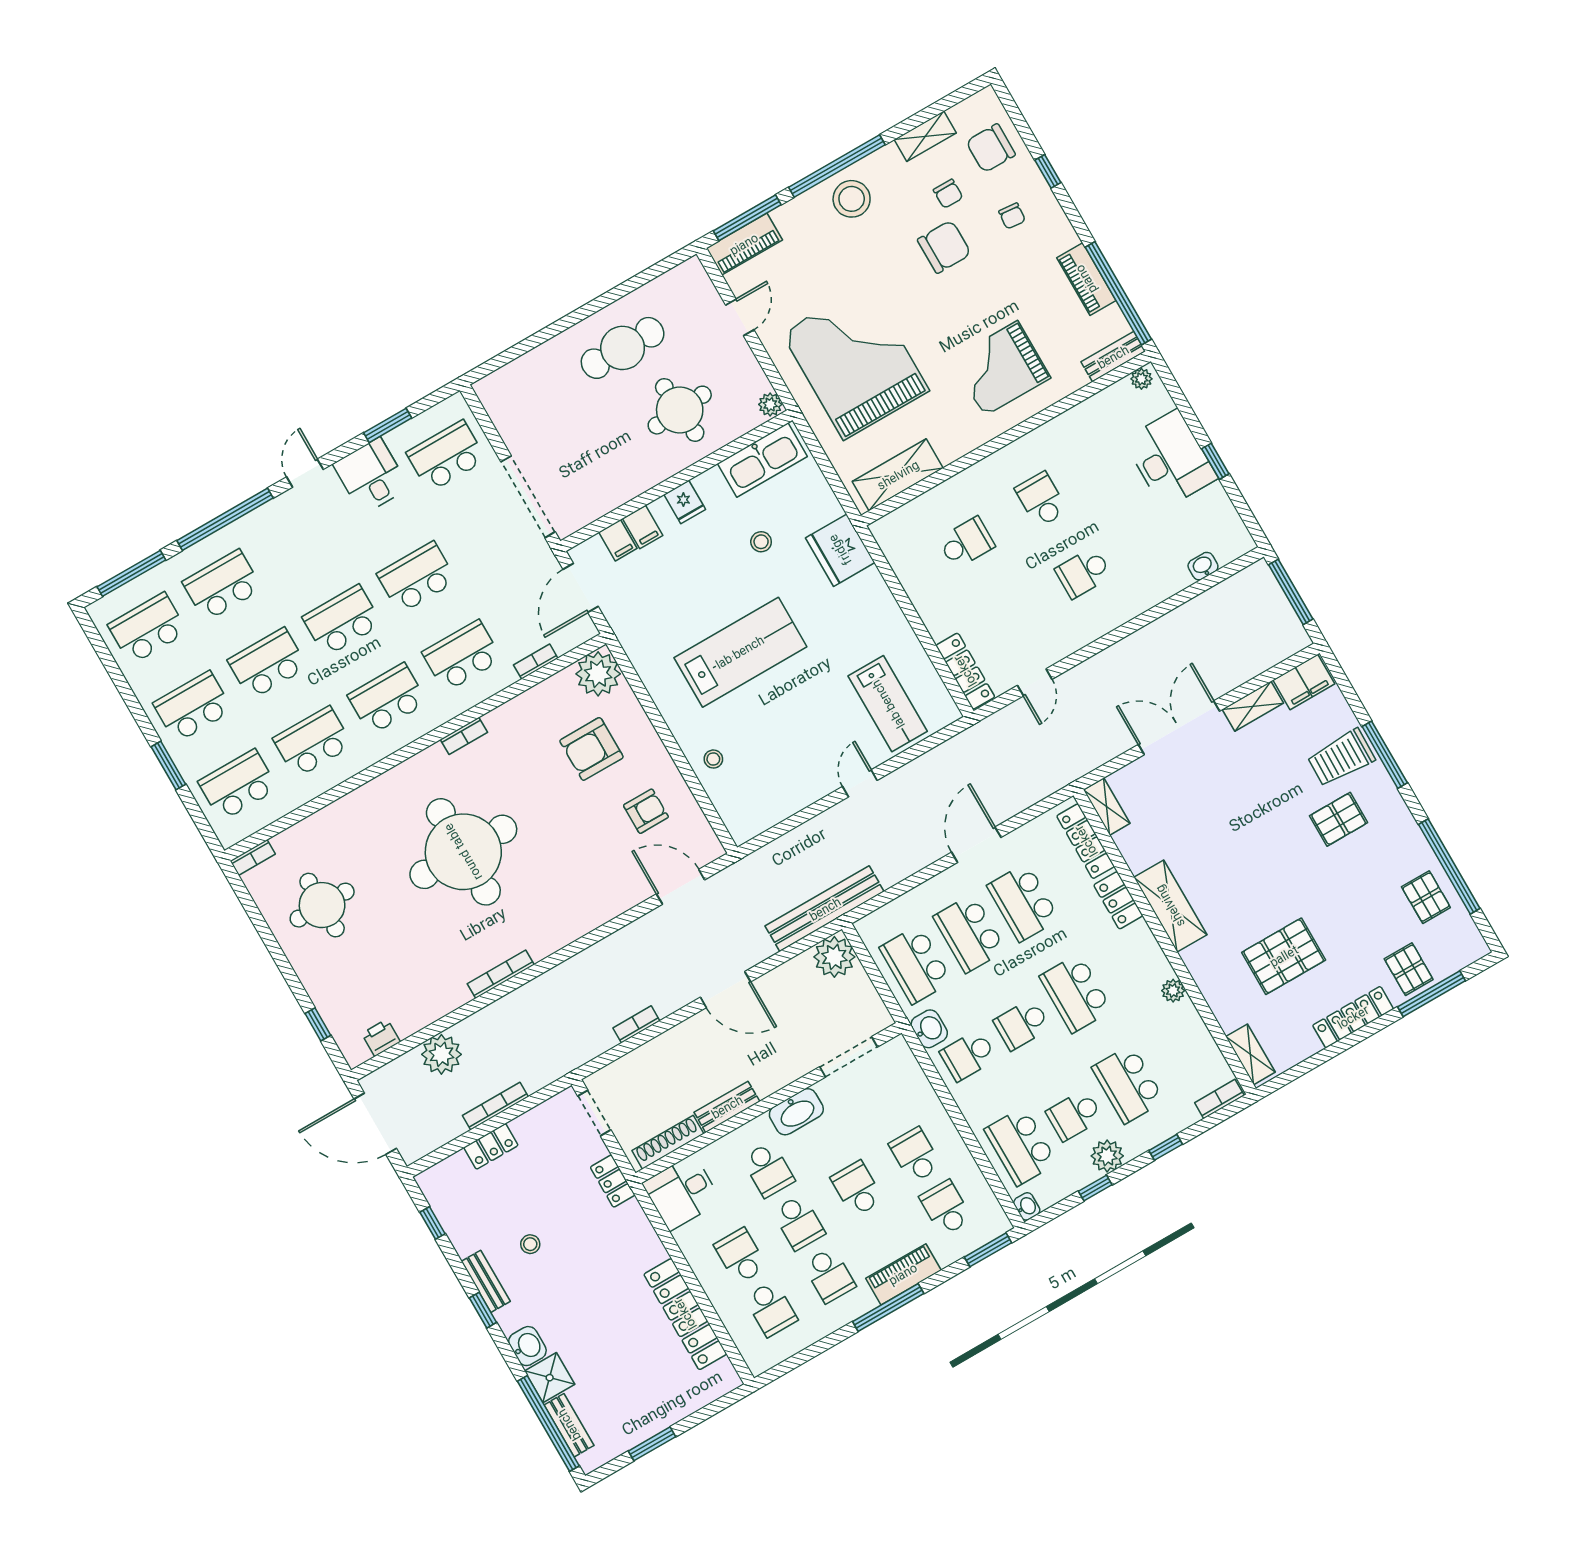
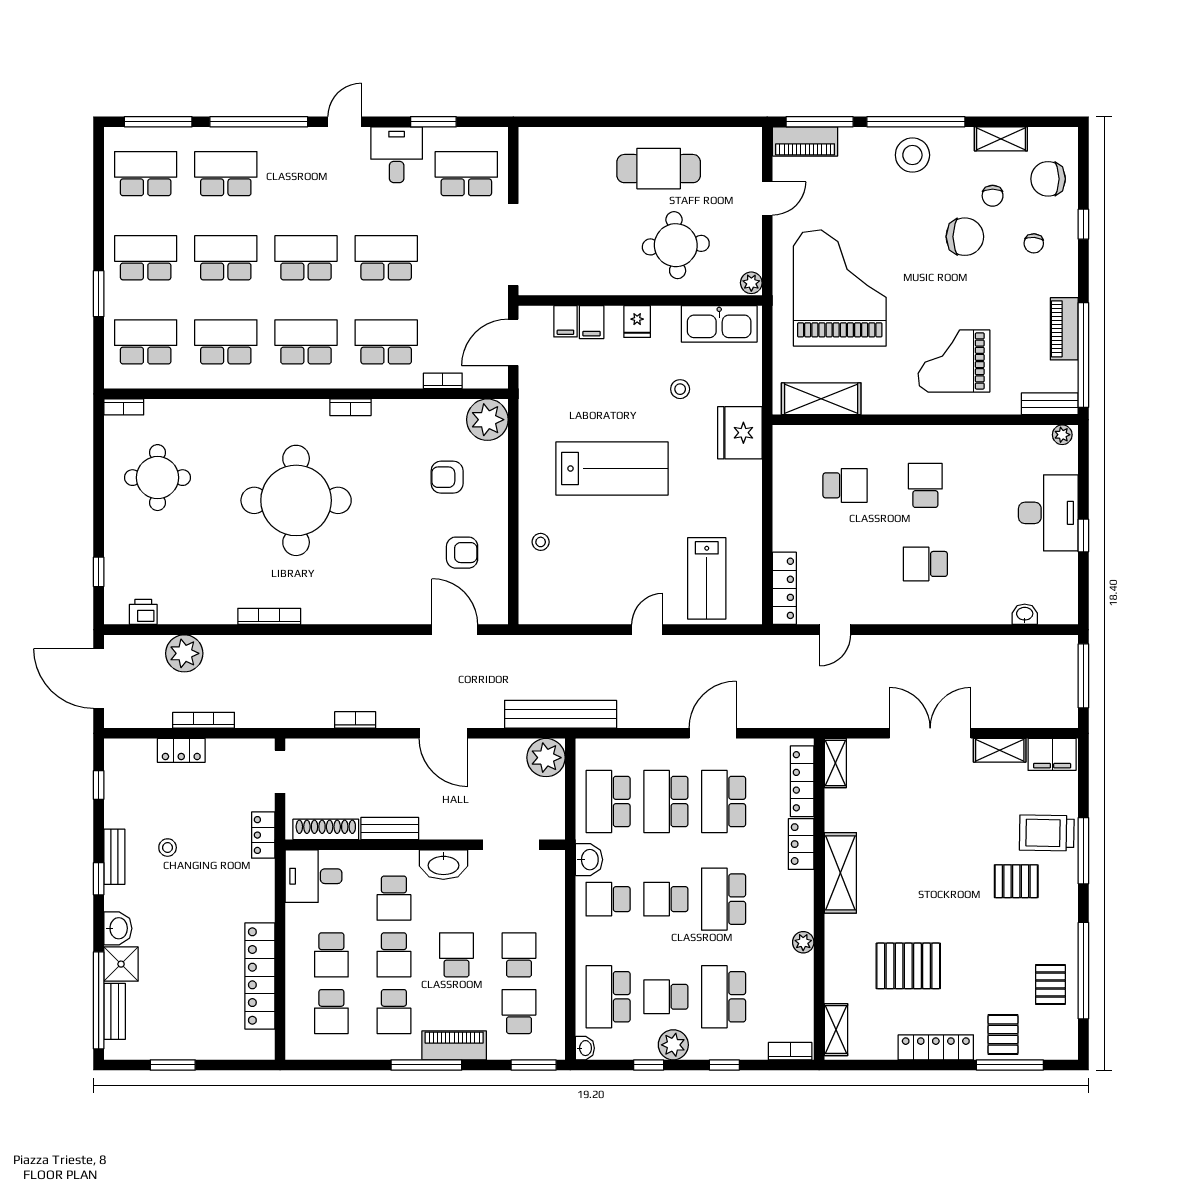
armchair: (591, 749) -> (447, 477), width x0.72, depth x0.72
school desk: (741, 1256) -> (331, 955), turned 180

